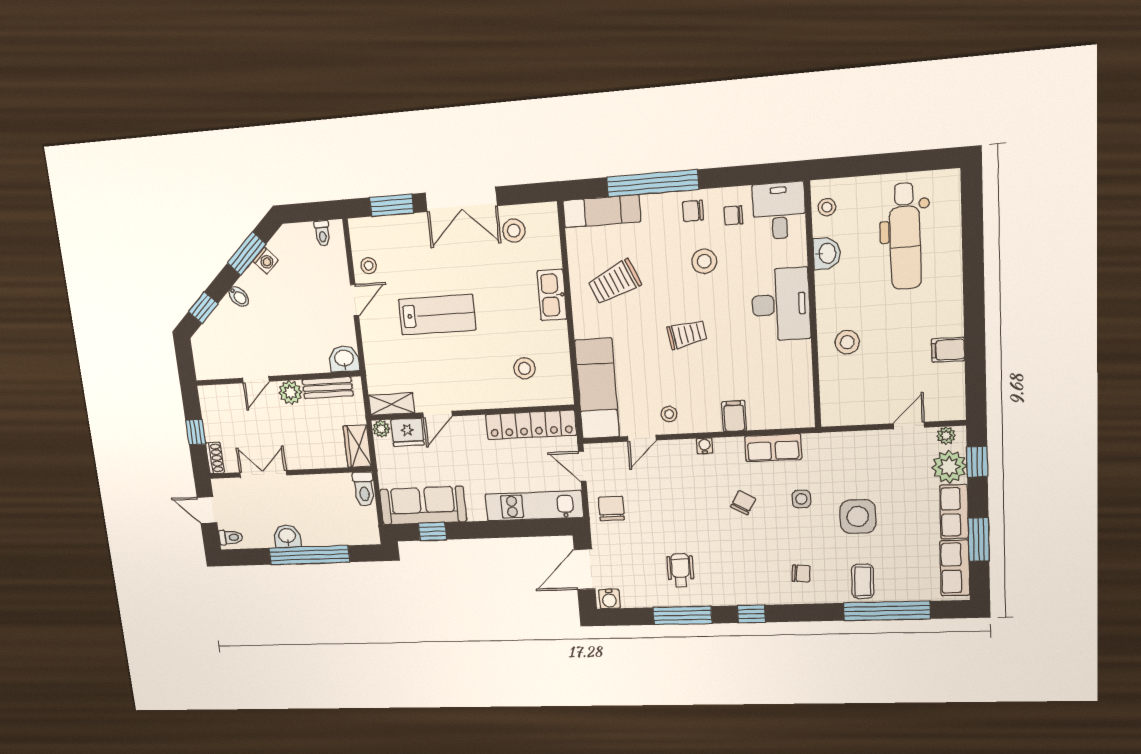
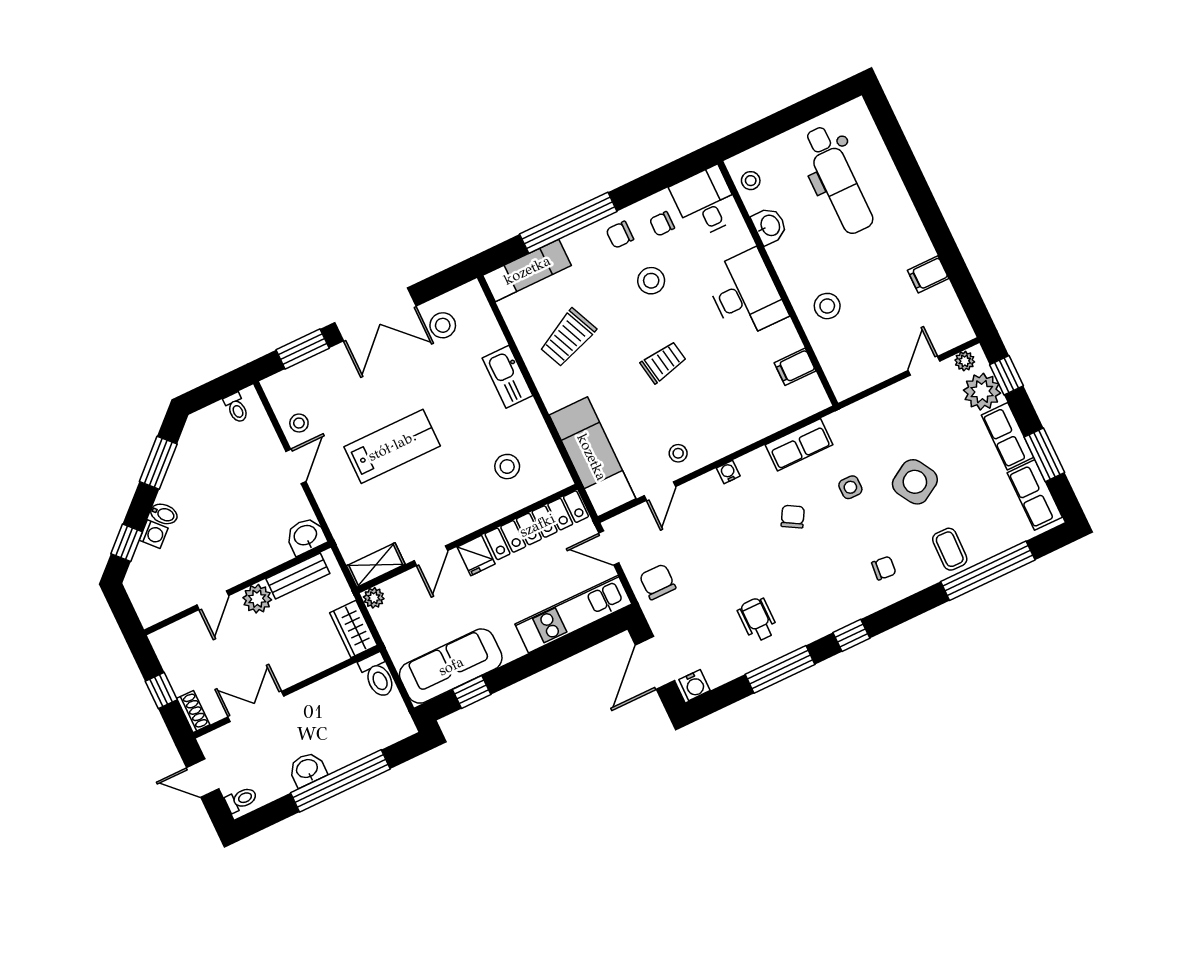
washing machine: (265, 261) -> (154, 534), moved
filing cabinet: (734, 416) -> (795, 367), moved, turned -90
fridge: (407, 432) -> (476, 555), moved, width x0.72
side table: (858, 517) -> (915, 482), turned -31

